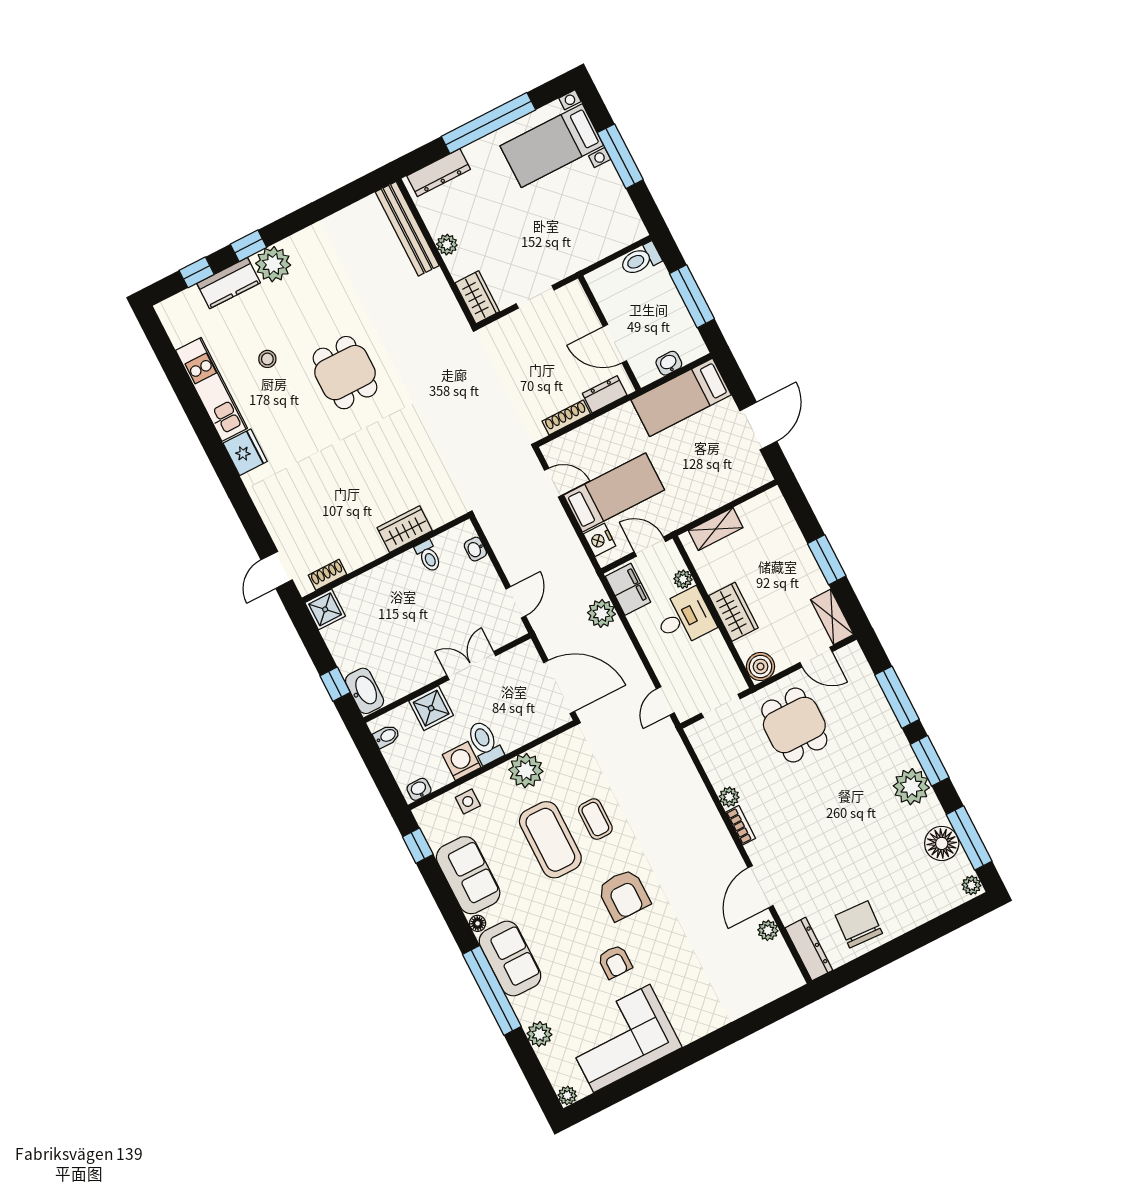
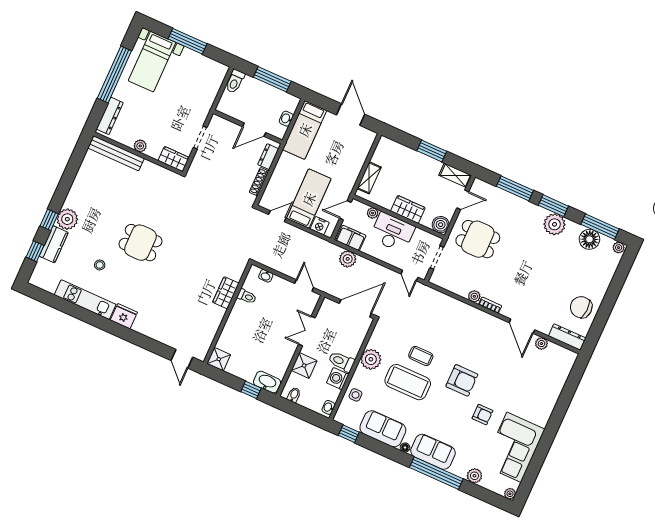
shoe rack: (328, 575) -> (207, 342), removed
desk: (684, 618) -> (392, 232), width x1.37

